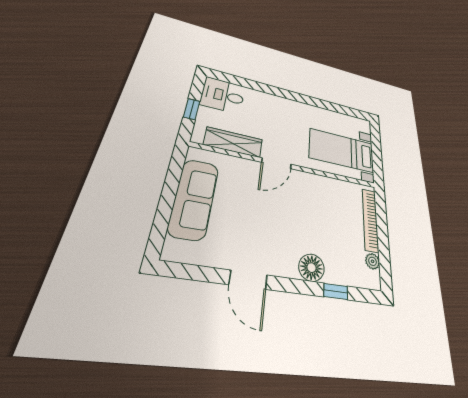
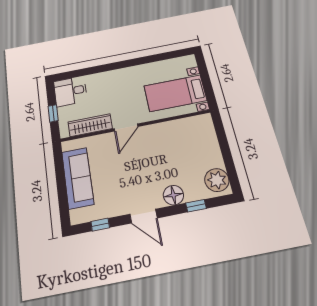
bookcase: (370, 220) -> (212, 141), removed
plant: (373, 261) -> (217, 180), width x1.87, depth x1.87
window: (203, 274) -> (100, 225), added
door: (248, 280) -> (144, 216), moved

